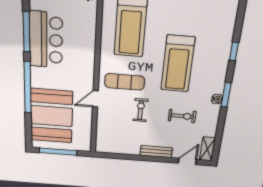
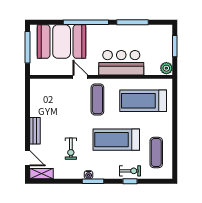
exercise mat: (201, 15) -> (156, 152), added
bar counter: (46, 40) -> (121, 63), moved, turned 180
exercise bike: (141, 110) -> (130, 171), moved

